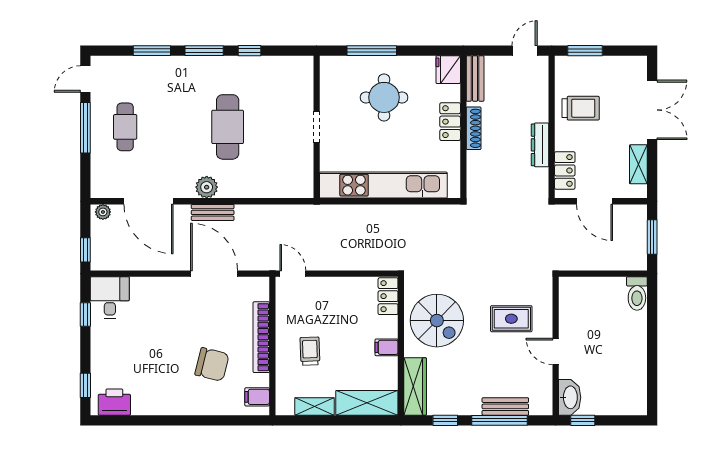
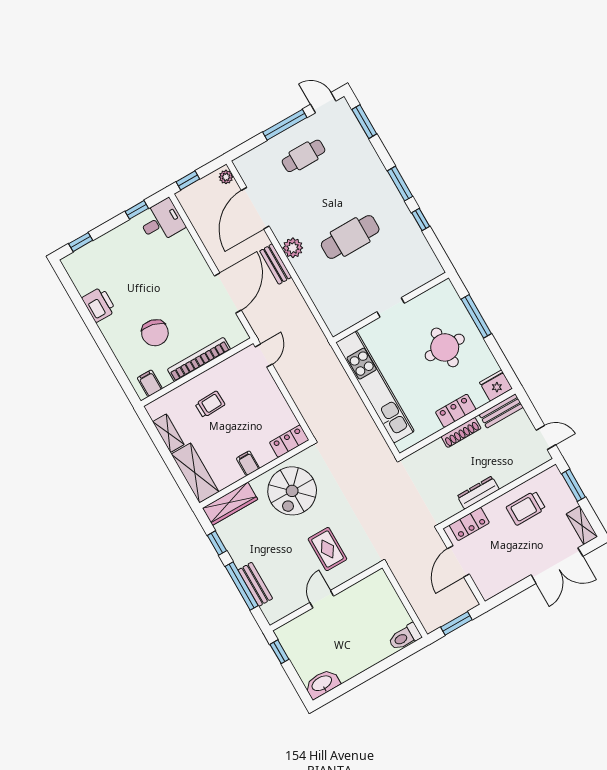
window: (152, 51) -> (364, 122), moved
trolley: (581, 108) -> (526, 508), turned 90
shelving: (638, 164) -> (582, 525), moved, turned 90
washbasin: (570, 397) -> (322, 684), moved, turned 180
printer: (114, 402) -> (99, 305), moved

